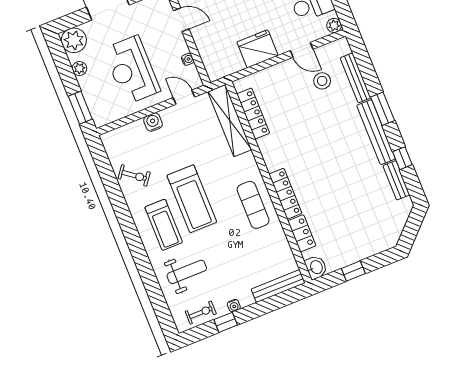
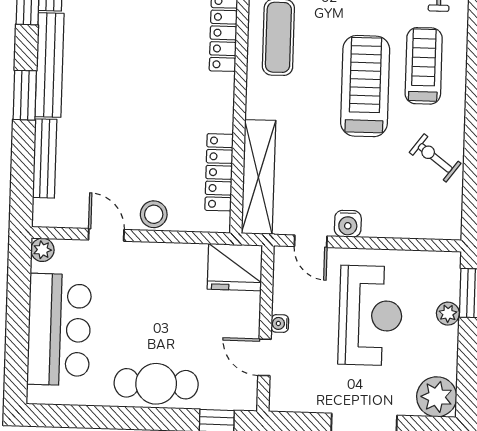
fridge: (257, 49) -> (235, 267), moved
water cooler: (188, 59) -> (280, 323), moved
plant: (79, 69) -> (448, 314), moved
stool: (322, 81) -> (154, 214), moved
water cooler: (153, 122) -> (348, 224), moved

